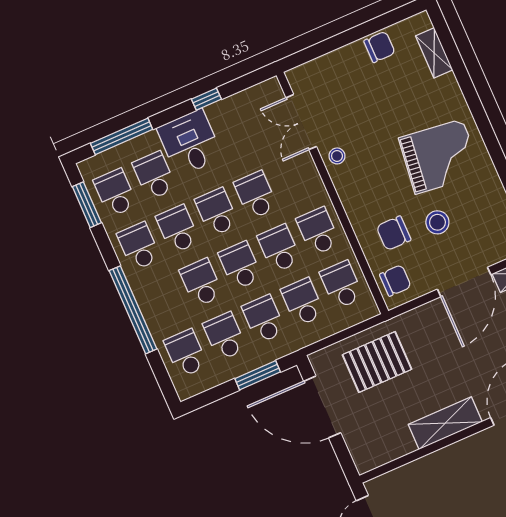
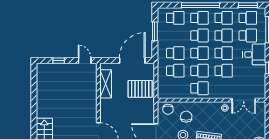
double door: (301, 122) -> (244, 100), swing flipped
school desk: (342, 285) -> (175, 88), removed
school desk: (225, 336) -> (199, 18), moved
pallet: (377, 362) -> (140, 89), turned 90
window: (258, 375) -> (155, 31), moved
shelving: (445, 423) -> (106, 84), moved

